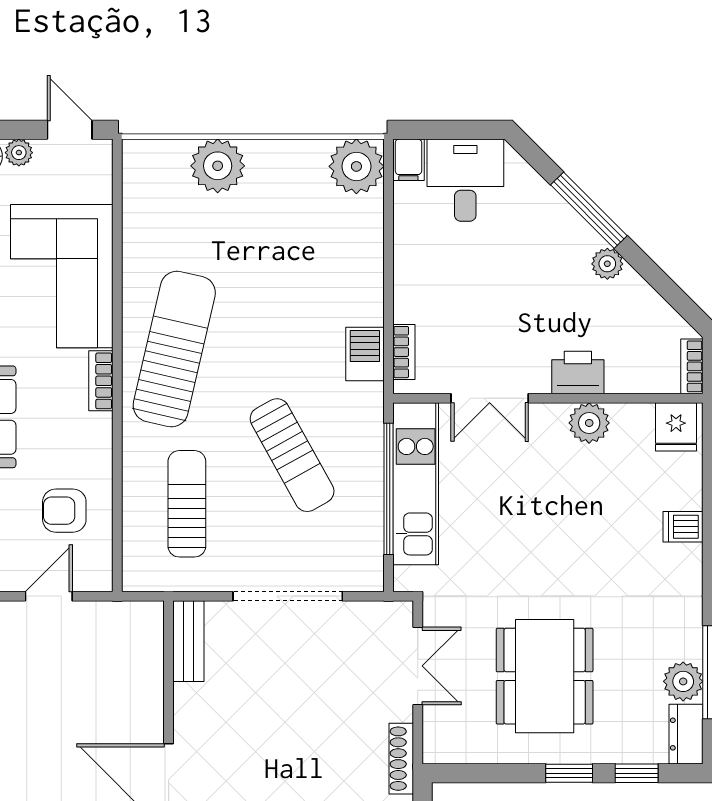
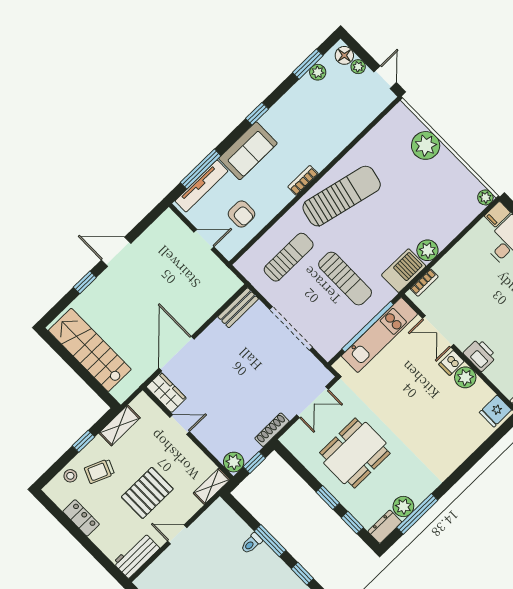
plant: (356, 166) -> (485, 197), width x0.53, depth x0.53
corner sofa: (62, 276) -> (328, 128), removed
plant: (364, 304) -> (427, 250), added
barbecue: (365, 354) -> (404, 271), width x1.38, depth x1.27
sun lounger: (292, 455) -> (345, 279), turned -61
armchair: (64, 511) -> (241, 214), turned 180
dishwasher: (683, 527) -> (451, 363), moved, turned -90

